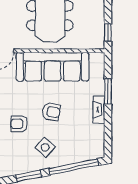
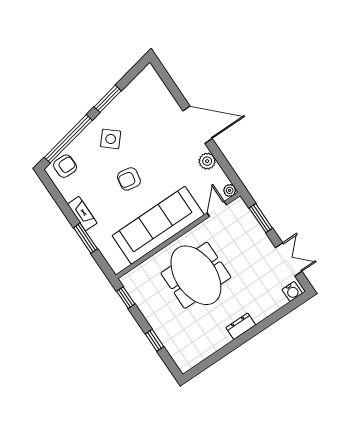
armchair: (19, 124) -> (65, 166), moved

